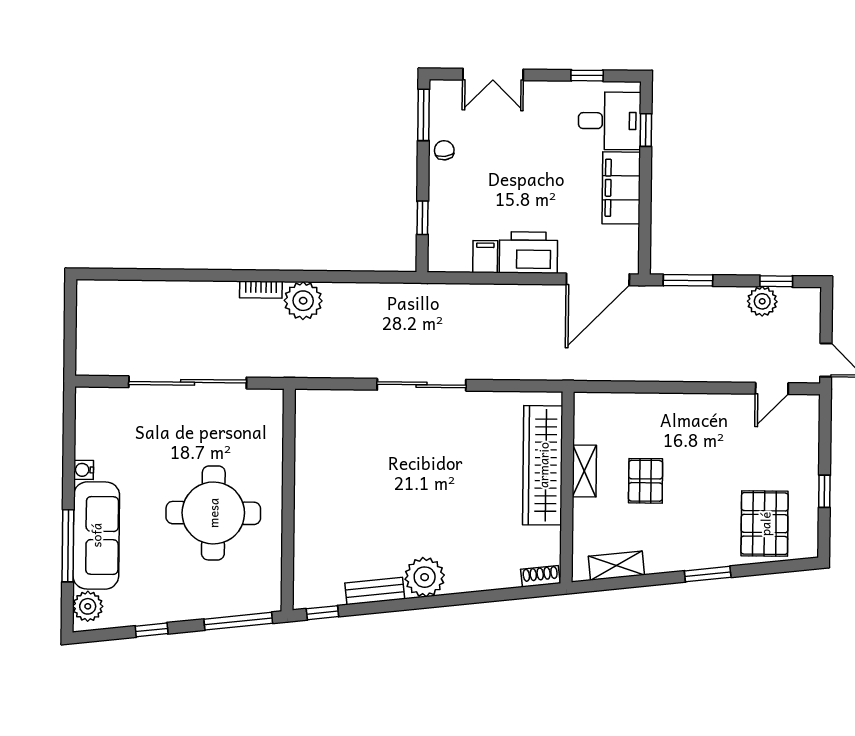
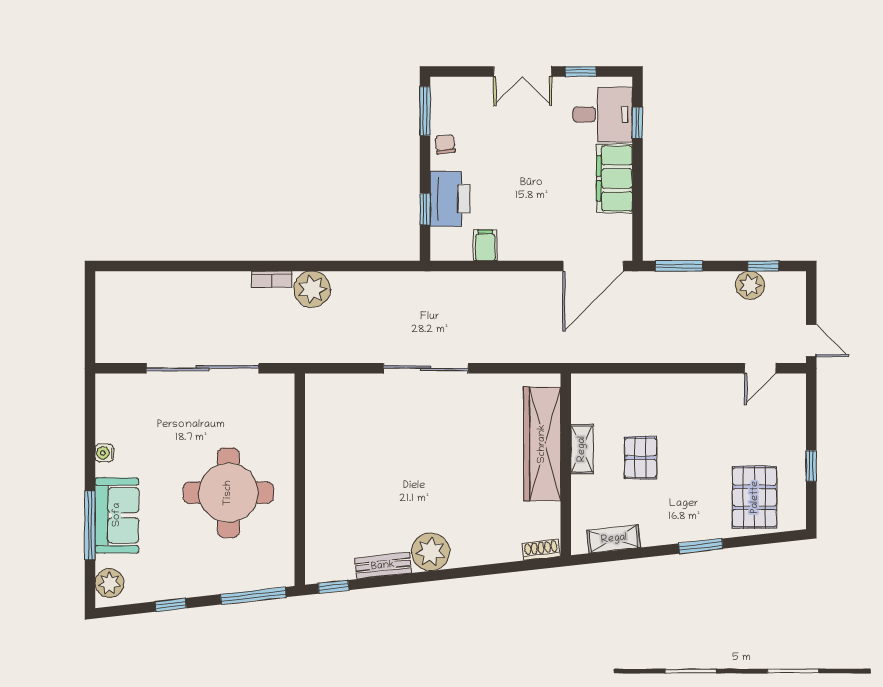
double door: (493, 75) -> (523, 72), moved
printer: (528, 253) -> (450, 199), moved, turned 90
sofa: (96, 535) -> (117, 515), width x0.73

